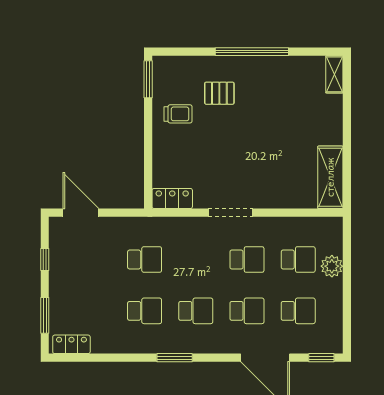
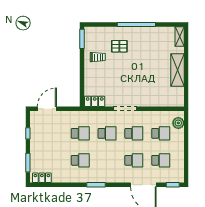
shelving: (330, 177) -> (177, 70), moved
door: (81, 213) -> (47, 109), hinge flipped
plant: (332, 266) -> (178, 123), moved
school desk: (196, 311) -> (107, 133), moved

